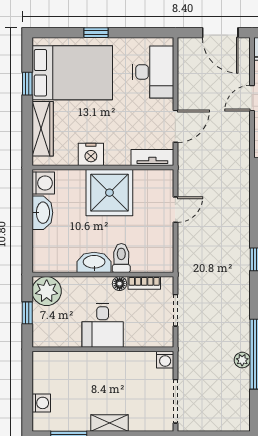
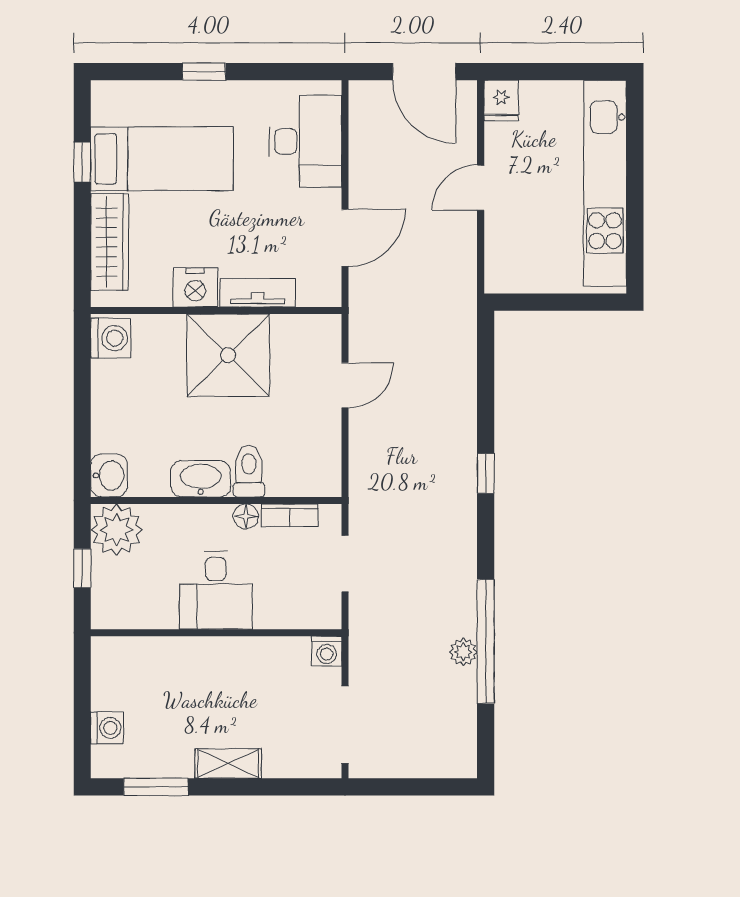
bed: (72, 73) -> (162, 159), width x0.67
tv unit: (152, 157) -> (258, 293), moved
washbasin: (42, 213) -> (109, 475), moved, width x0.72

